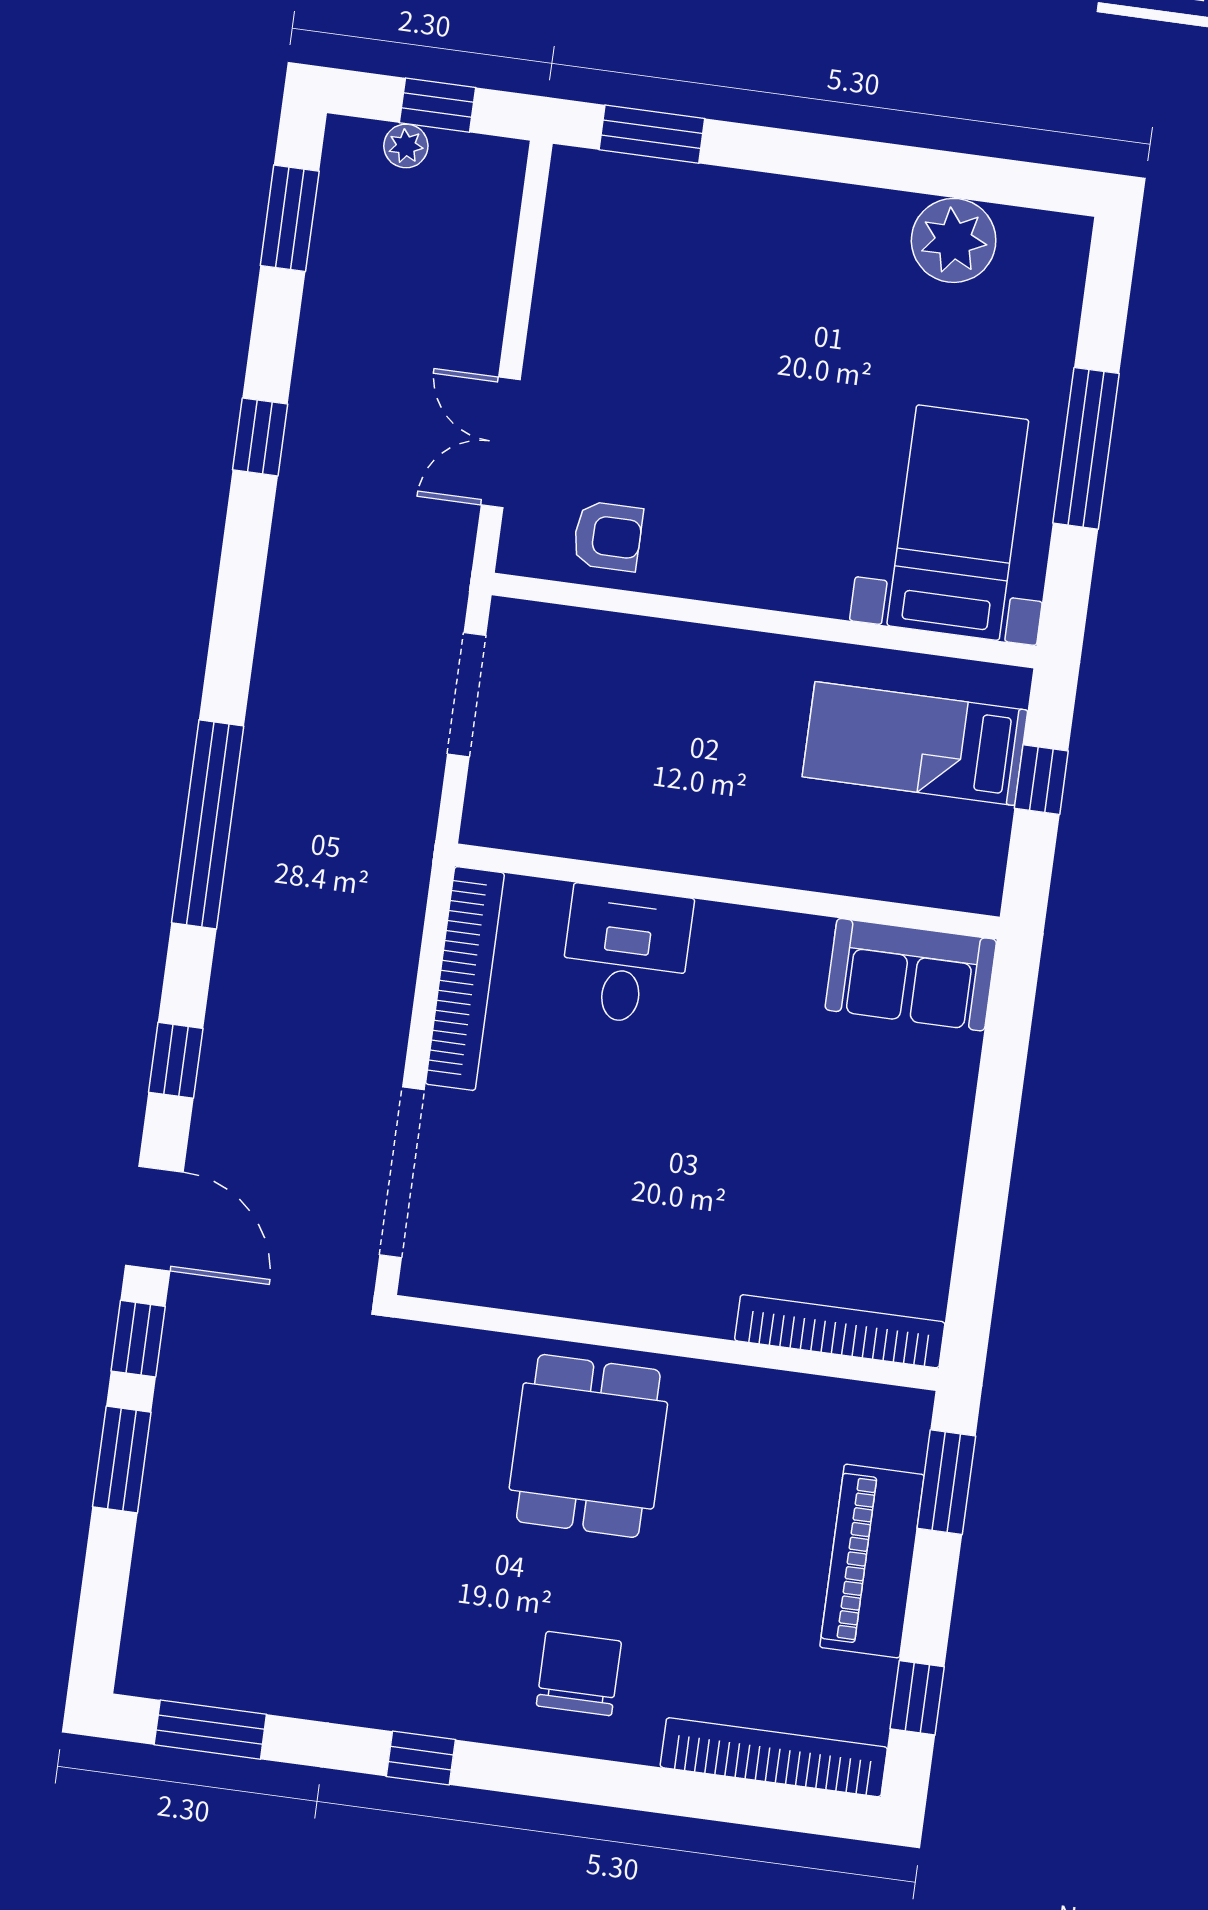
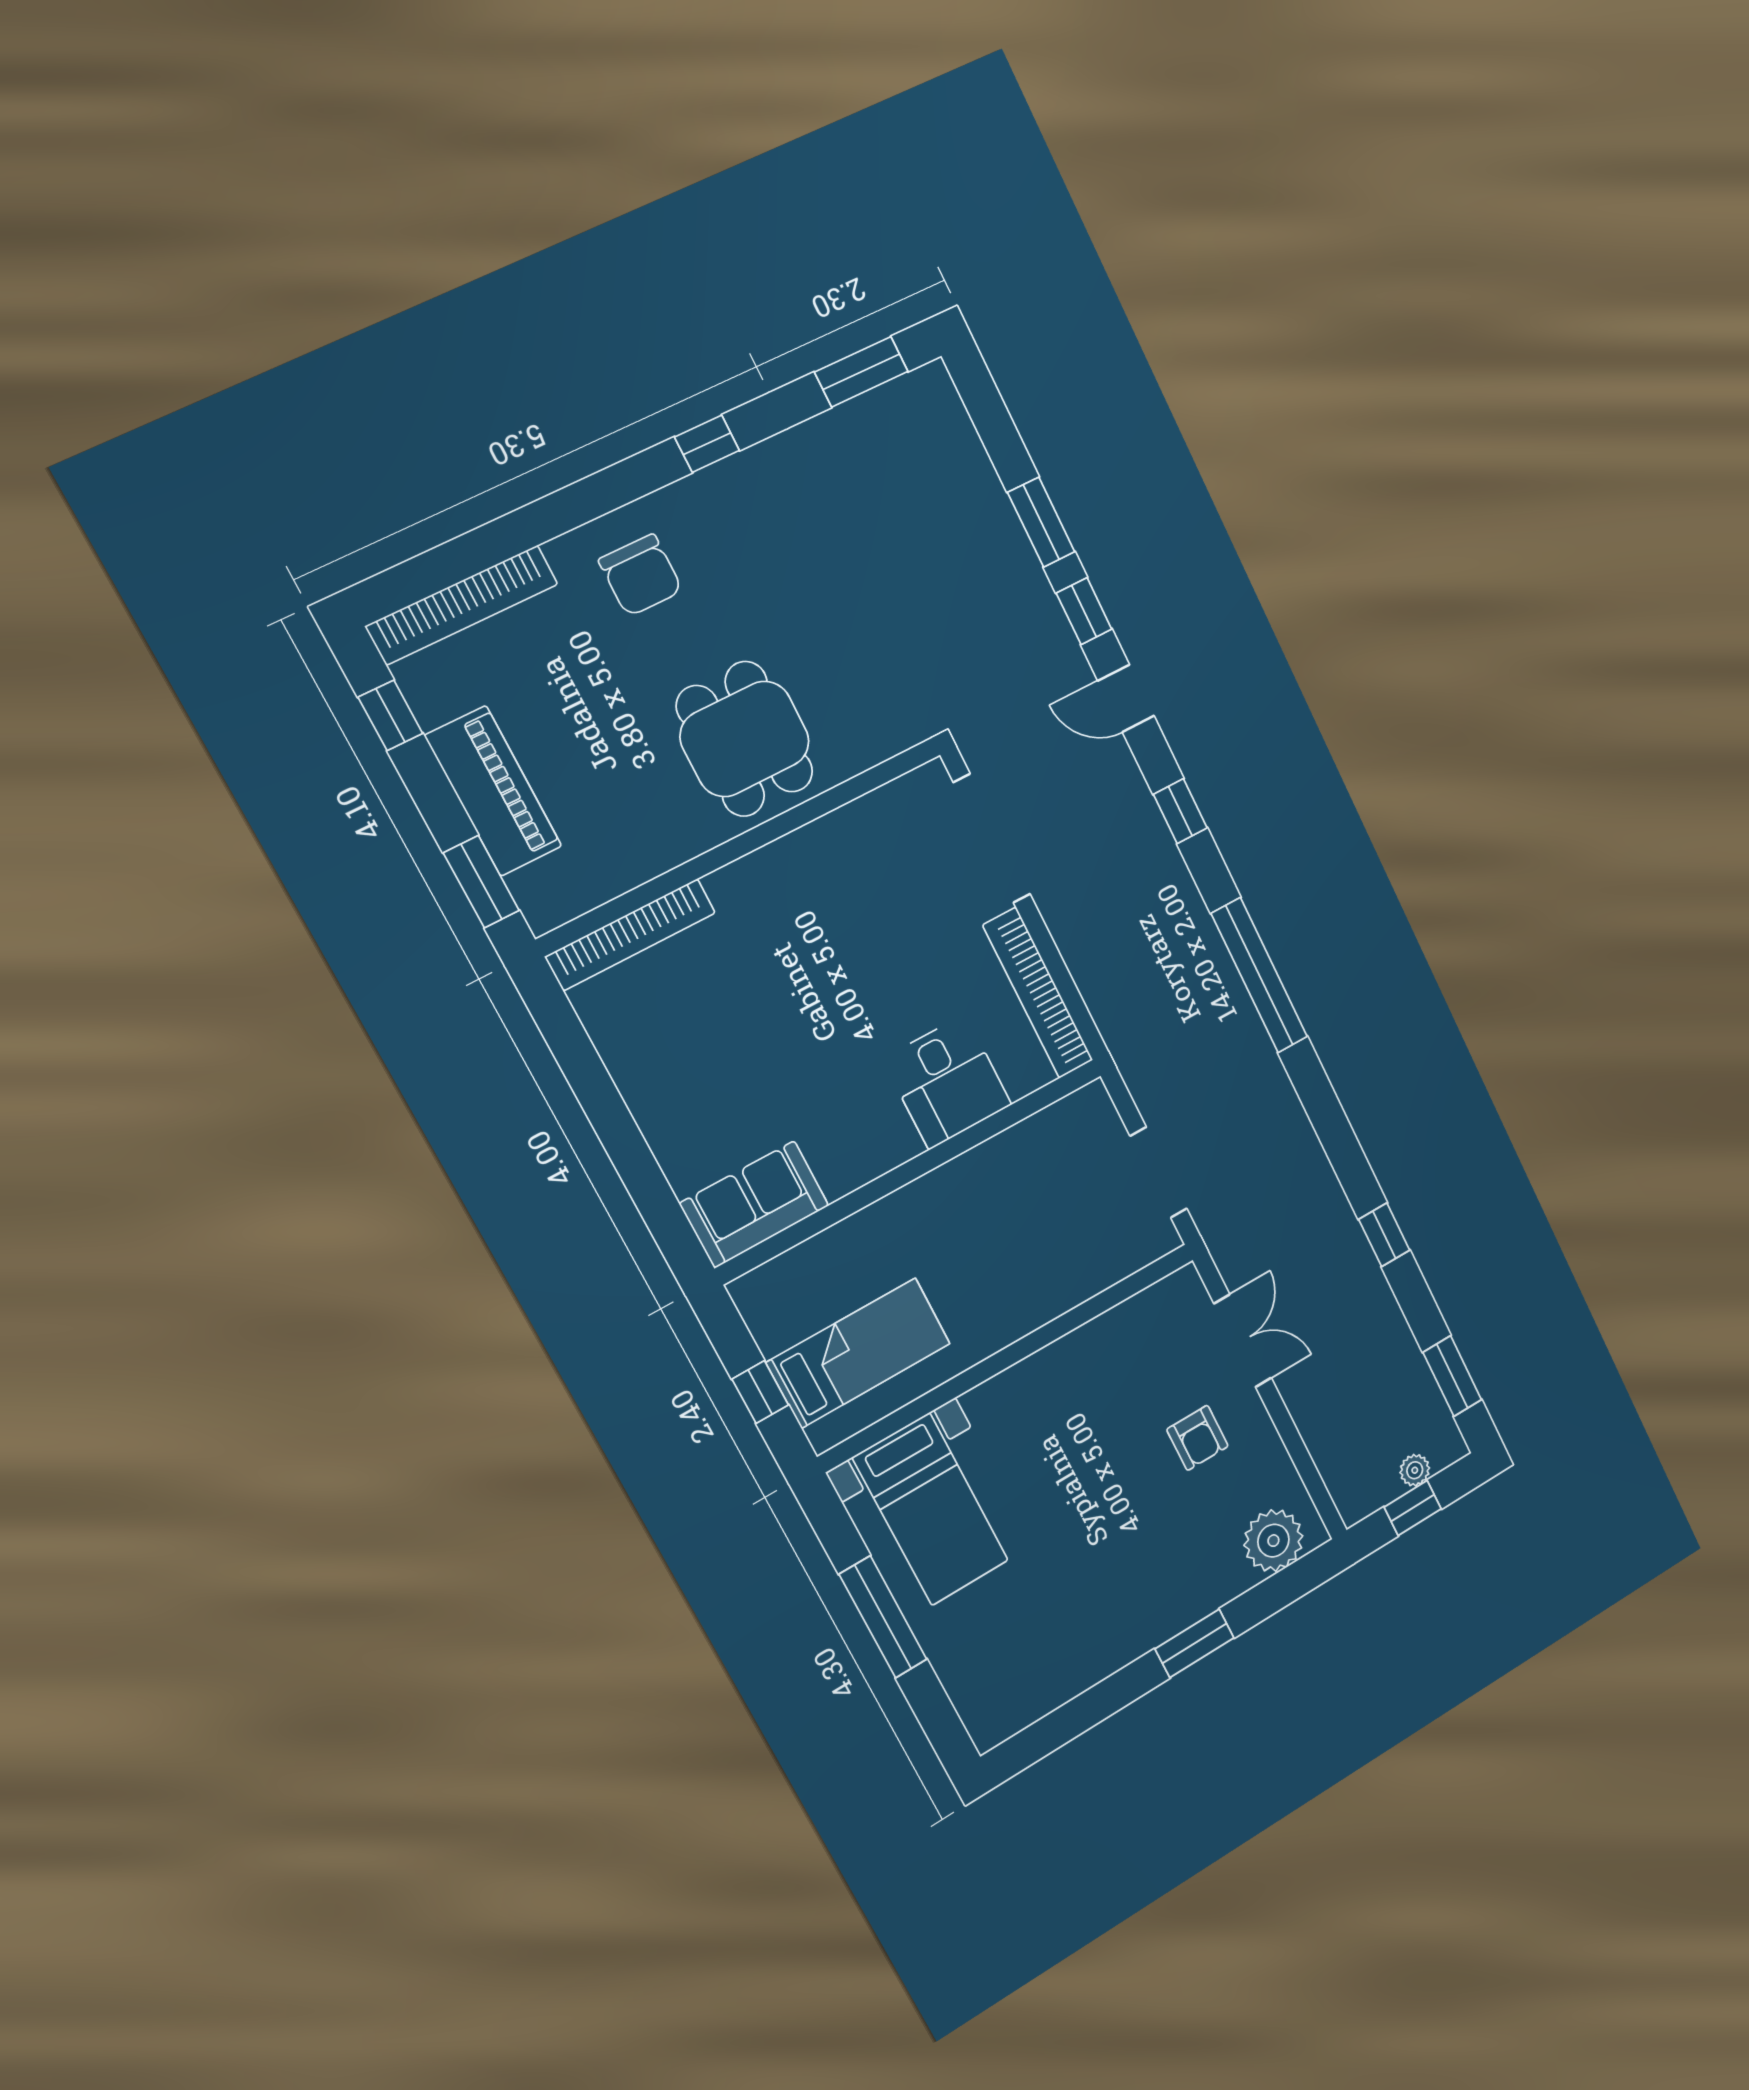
window: (652, 134) -> (1195, 1643), moved
plant: (954, 240) -> (1273, 1541), moved
armchair: (608, 536) -> (1197, 1438), moved, turned -90
door: (154, 1219) -> (1126, 698), width x0.73

